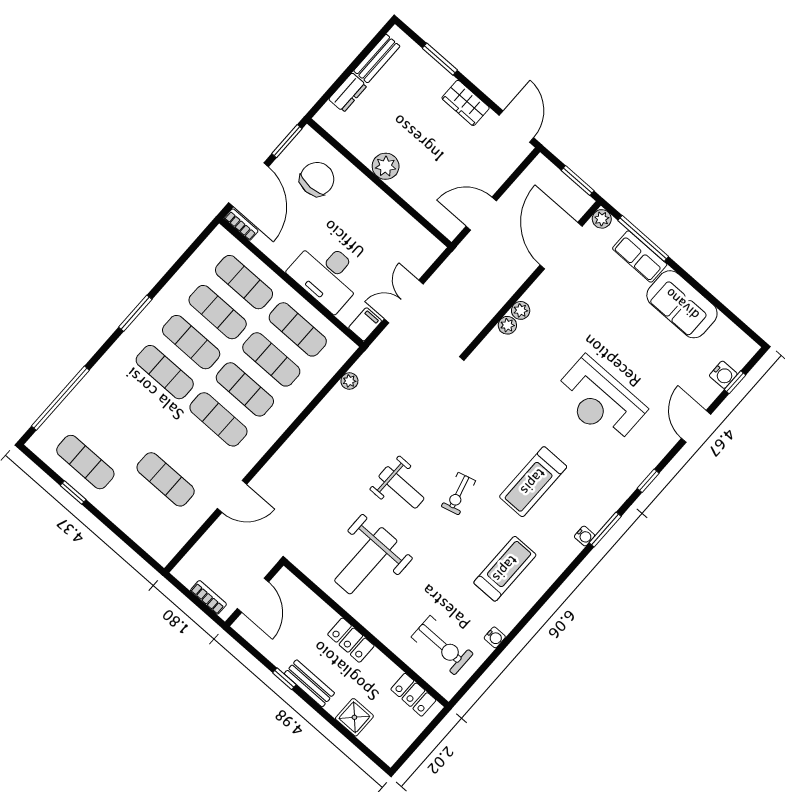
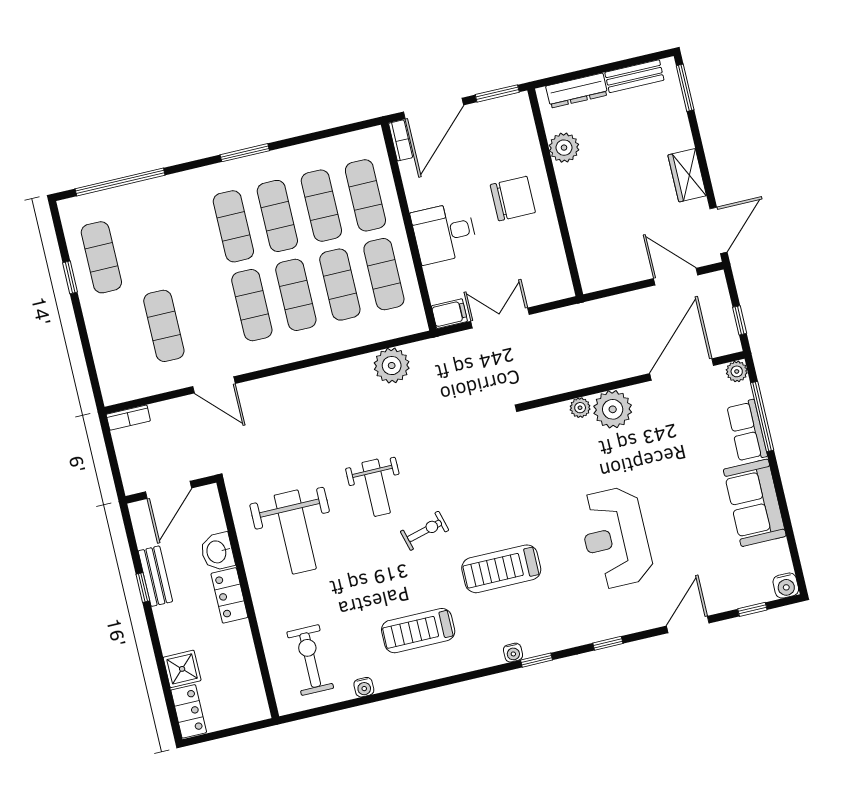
window: (440, 59) -> (685, 88), moved
dresser: (348, 93) -> (577, 91), width x1.44
plant: (386, 166) -> (564, 148), moved
chair: (317, 179) -> (513, 199), moved
window: (578, 181) -> (740, 320), width x0.67
door: (481, 214) -> (676, 277), moved
desk: (327, 275) -> (444, 233), width x0.73
plant: (521, 310) -> (613, 409), width x1.88, depth x1.88
water cooler: (723, 375) -> (786, 586), moved
plant: (349, 381) -> (392, 366), width x1.88, depth x1.88
exercise bike: (458, 494) -> (425, 531), turned 180
window: (605, 529) -> (536, 660), width x0.67
weight bench: (366, 561) -> (295, 532), turned -90
treadmill: (505, 569) -> (418, 631), turned 180
bookcase: (208, 597) -> (128, 418), moved, turned 90
washbasin: (320, 615) -> (217, 552), added
exercise bike: (442, 645) -> (310, 660), turned 180
bench: (309, 683) -> (155, 576), moved
locker: (413, 695) -> (189, 711), moved, turned 180

